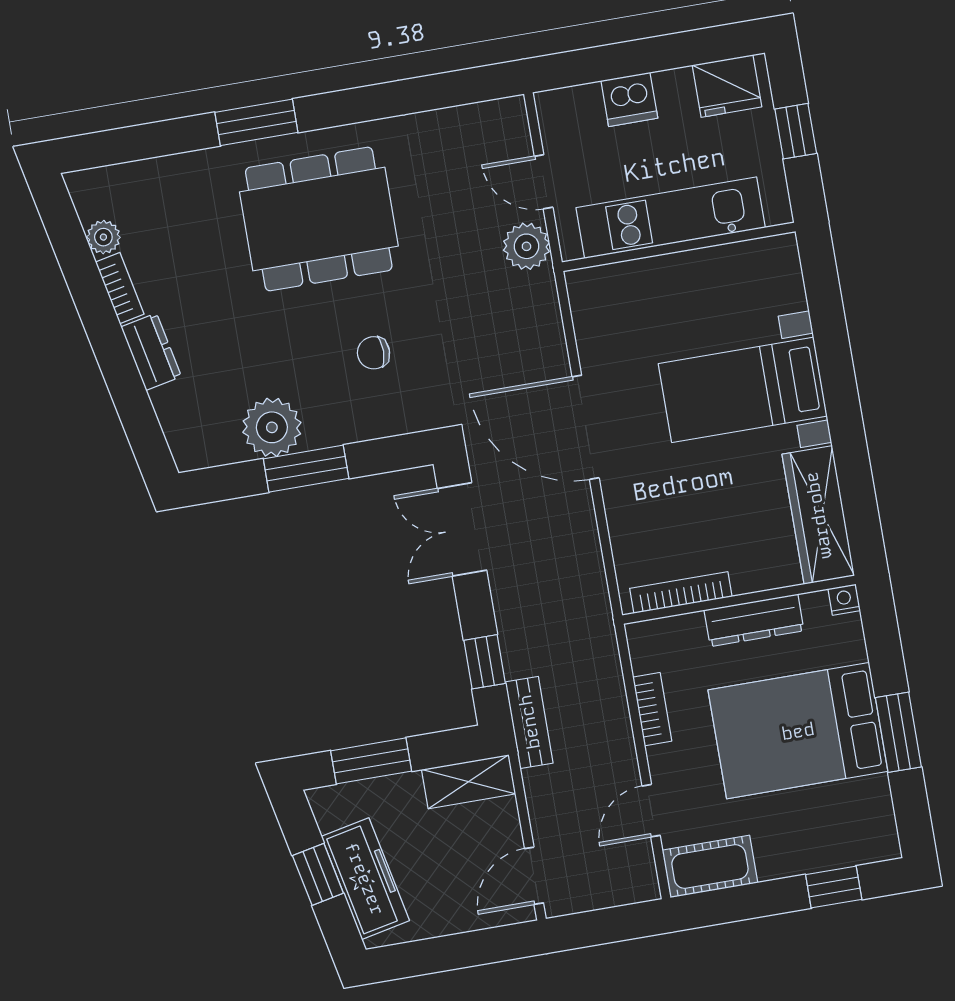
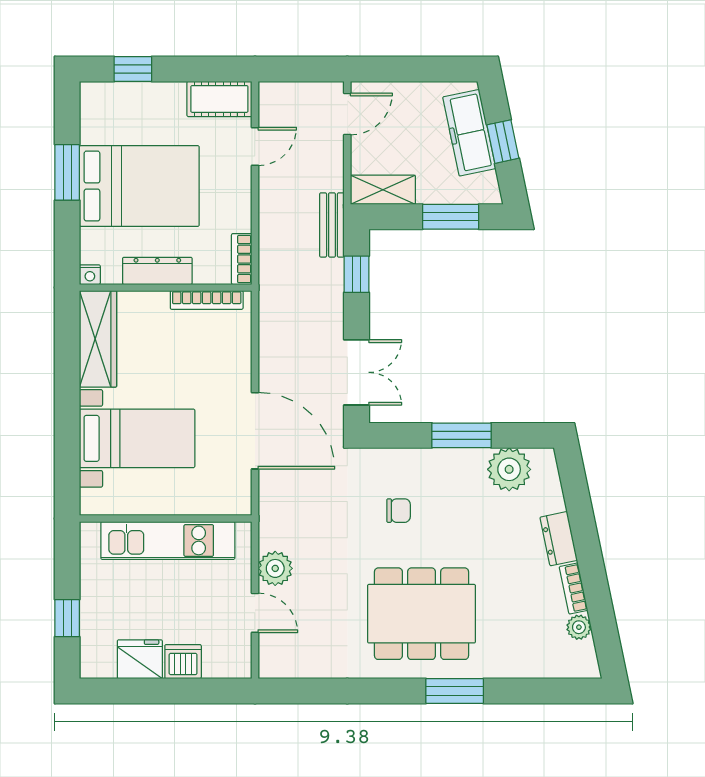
fridge: (727, 86) -> (140, 659), moved
kitchen unit: (671, 218) -> (168, 540), moved
wall: (679, 247) -> (166, 519), moved
plant: (272, 427) -> (509, 469), moved
bookcase: (652, 709) -> (242, 259), moved

